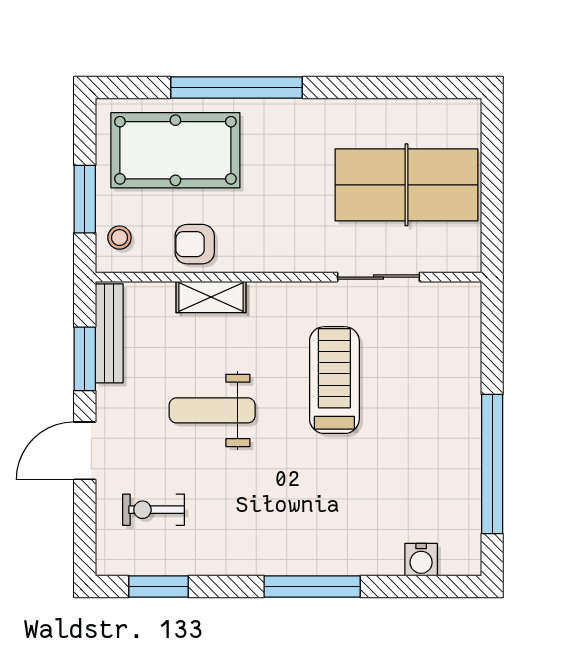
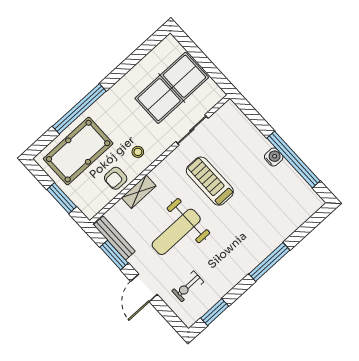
stool: (119, 238) -> (138, 152), moved
weight bench: (212, 410) -> (176, 232), width x1.36, depth x1.33
water cooler: (421, 560) -> (274, 157), moved, turned -90

